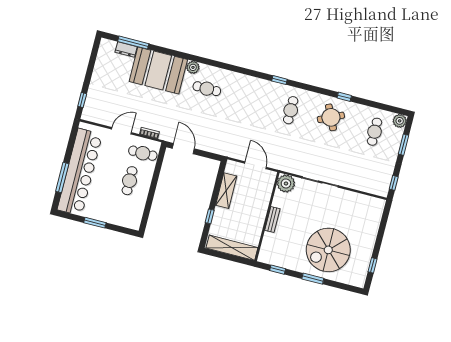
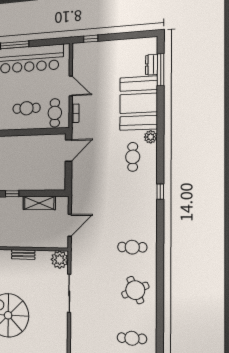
window: (279, 80) -> (160, 192), moved
window: (344, 97) -> (160, 299), removed

